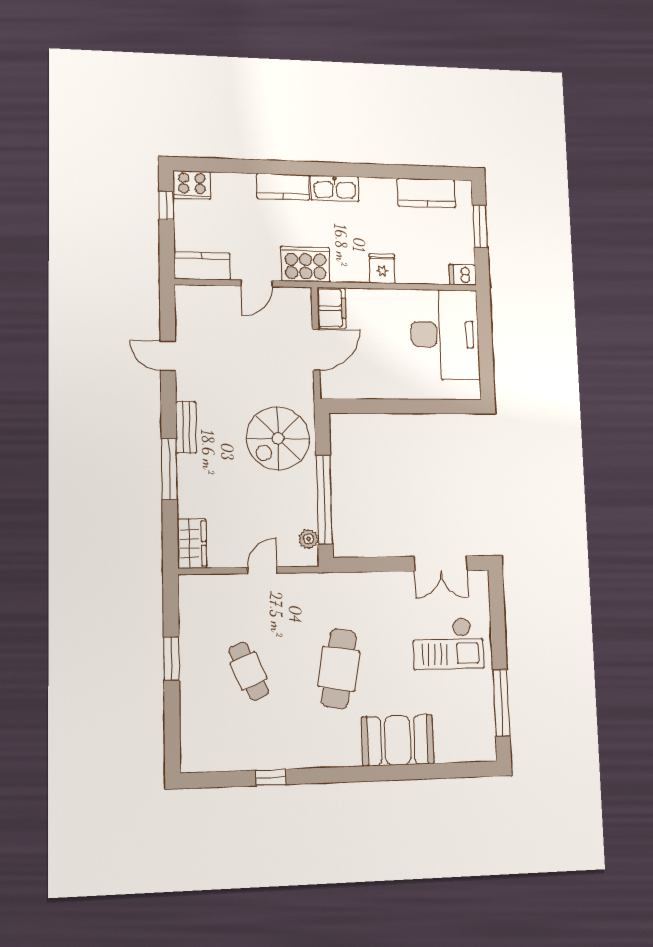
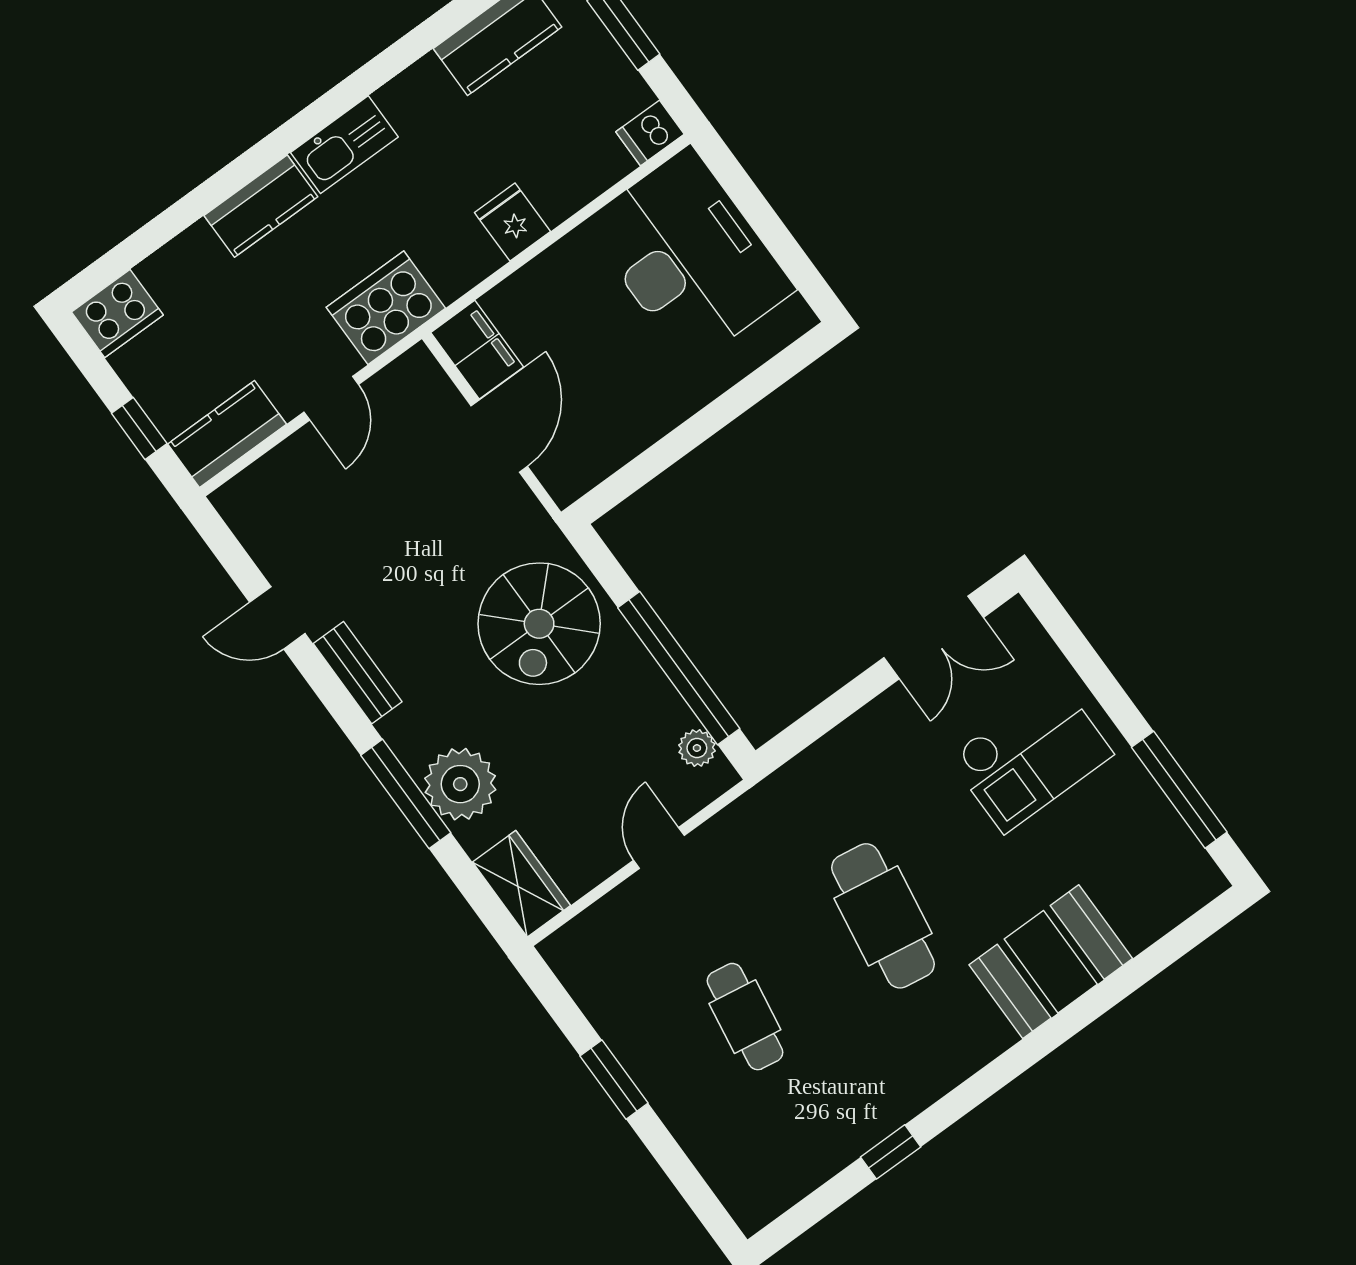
window: (166, 206) -> (139, 428), moved
bench: (186, 427) -> (358, 673), moved
plant: (196, 482) -> (460, 784), added
cafe table: (249, 671) -> (745, 1017), turned 33

